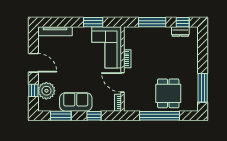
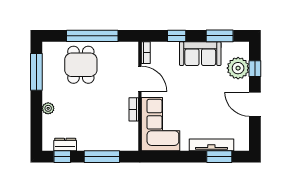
window: (93, 22) -> (219, 157), moved
tv unit: (55, 31) -> (211, 145), moved
plant: (194, 60) -> (48, 108), added

